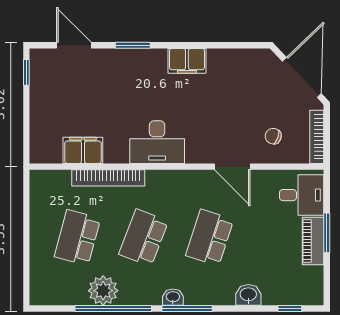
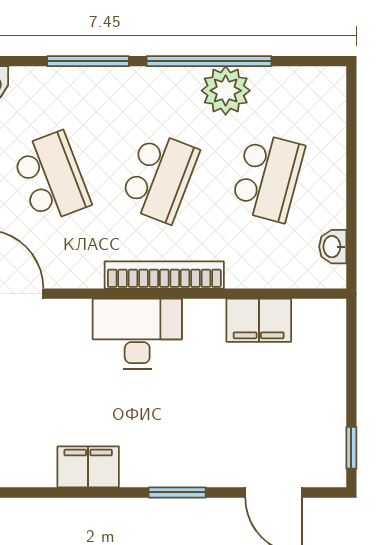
bookcase: (108, 178) -> (164, 275), moved
school desk: (210, 238) -> (51, 177), turned -39
washbasin: (173, 297) -> (333, 247), moved, turned 90

